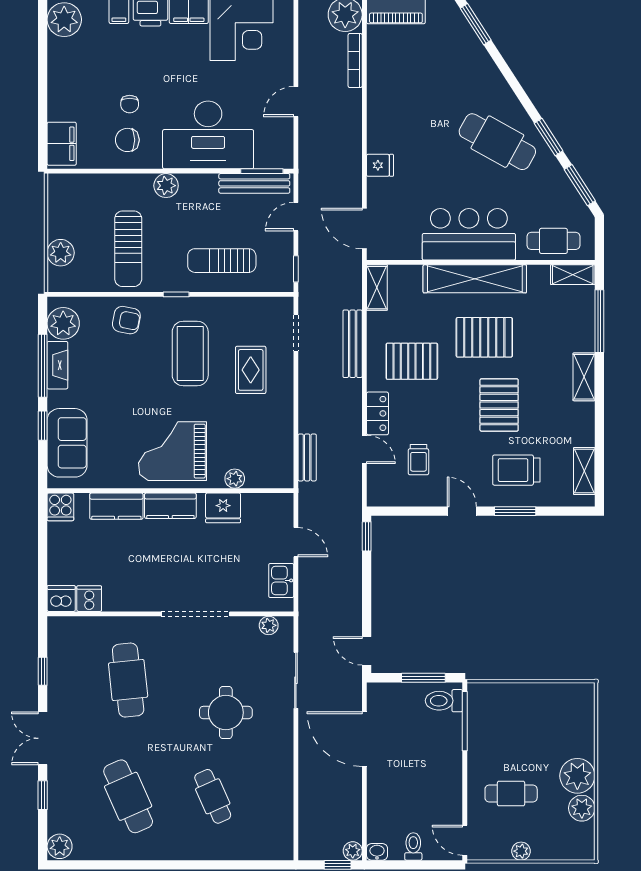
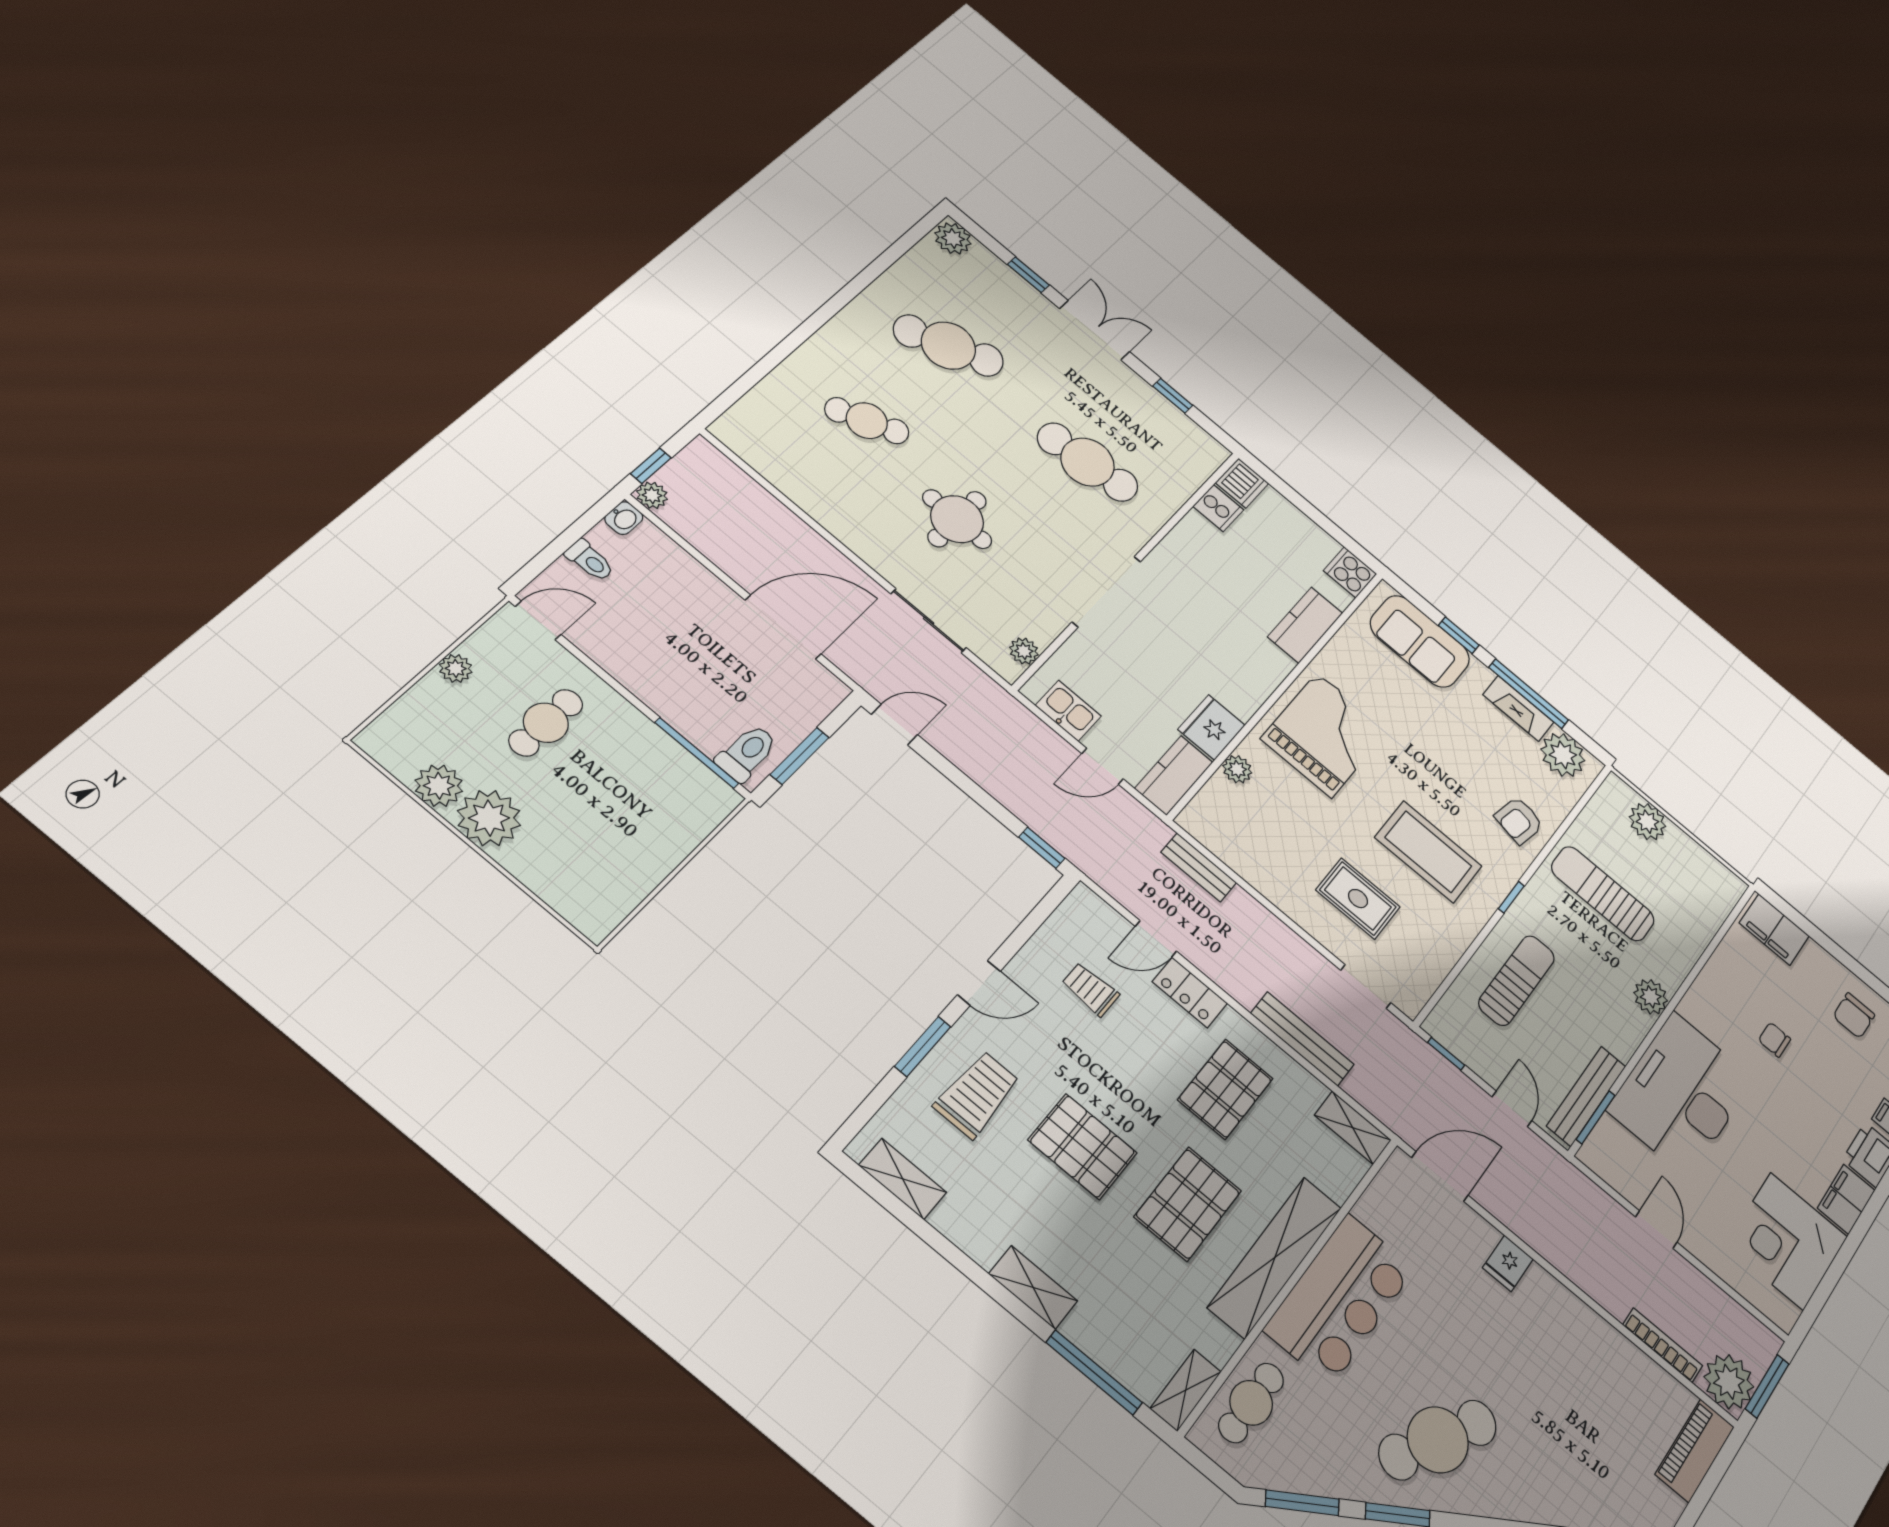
chair: (127, 140) -> (1854, 1016), moved, turned 180
kitchen counter: (170, 506) -> (1174, 775), moved

